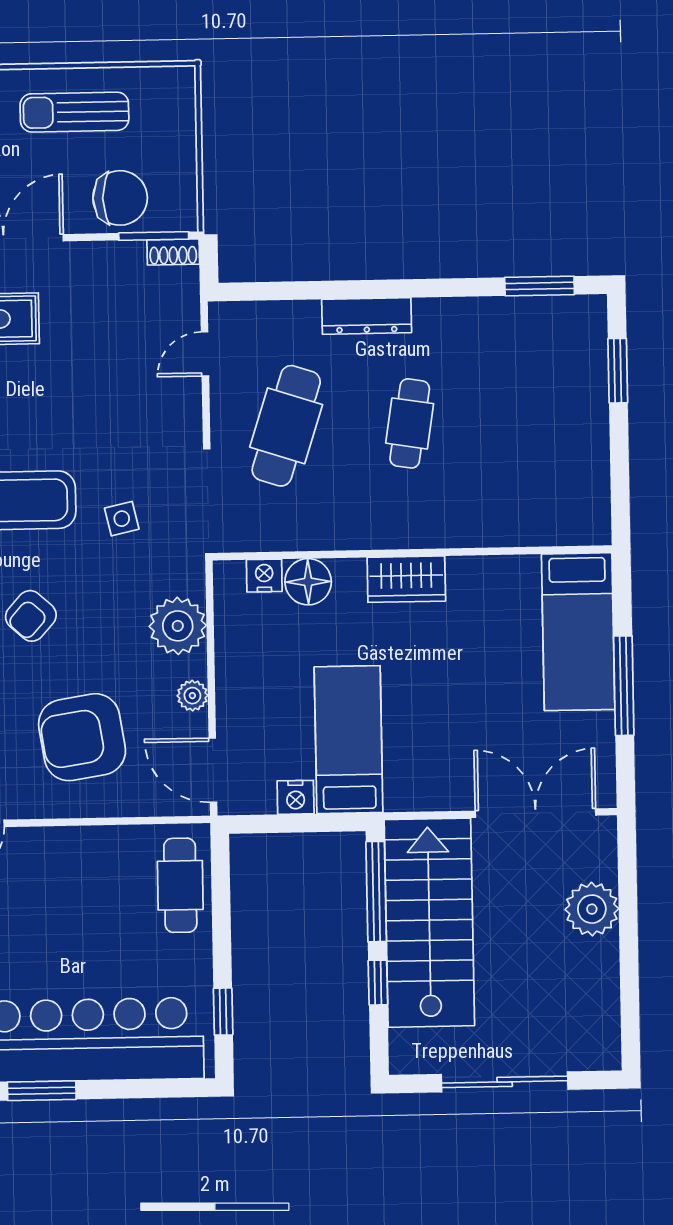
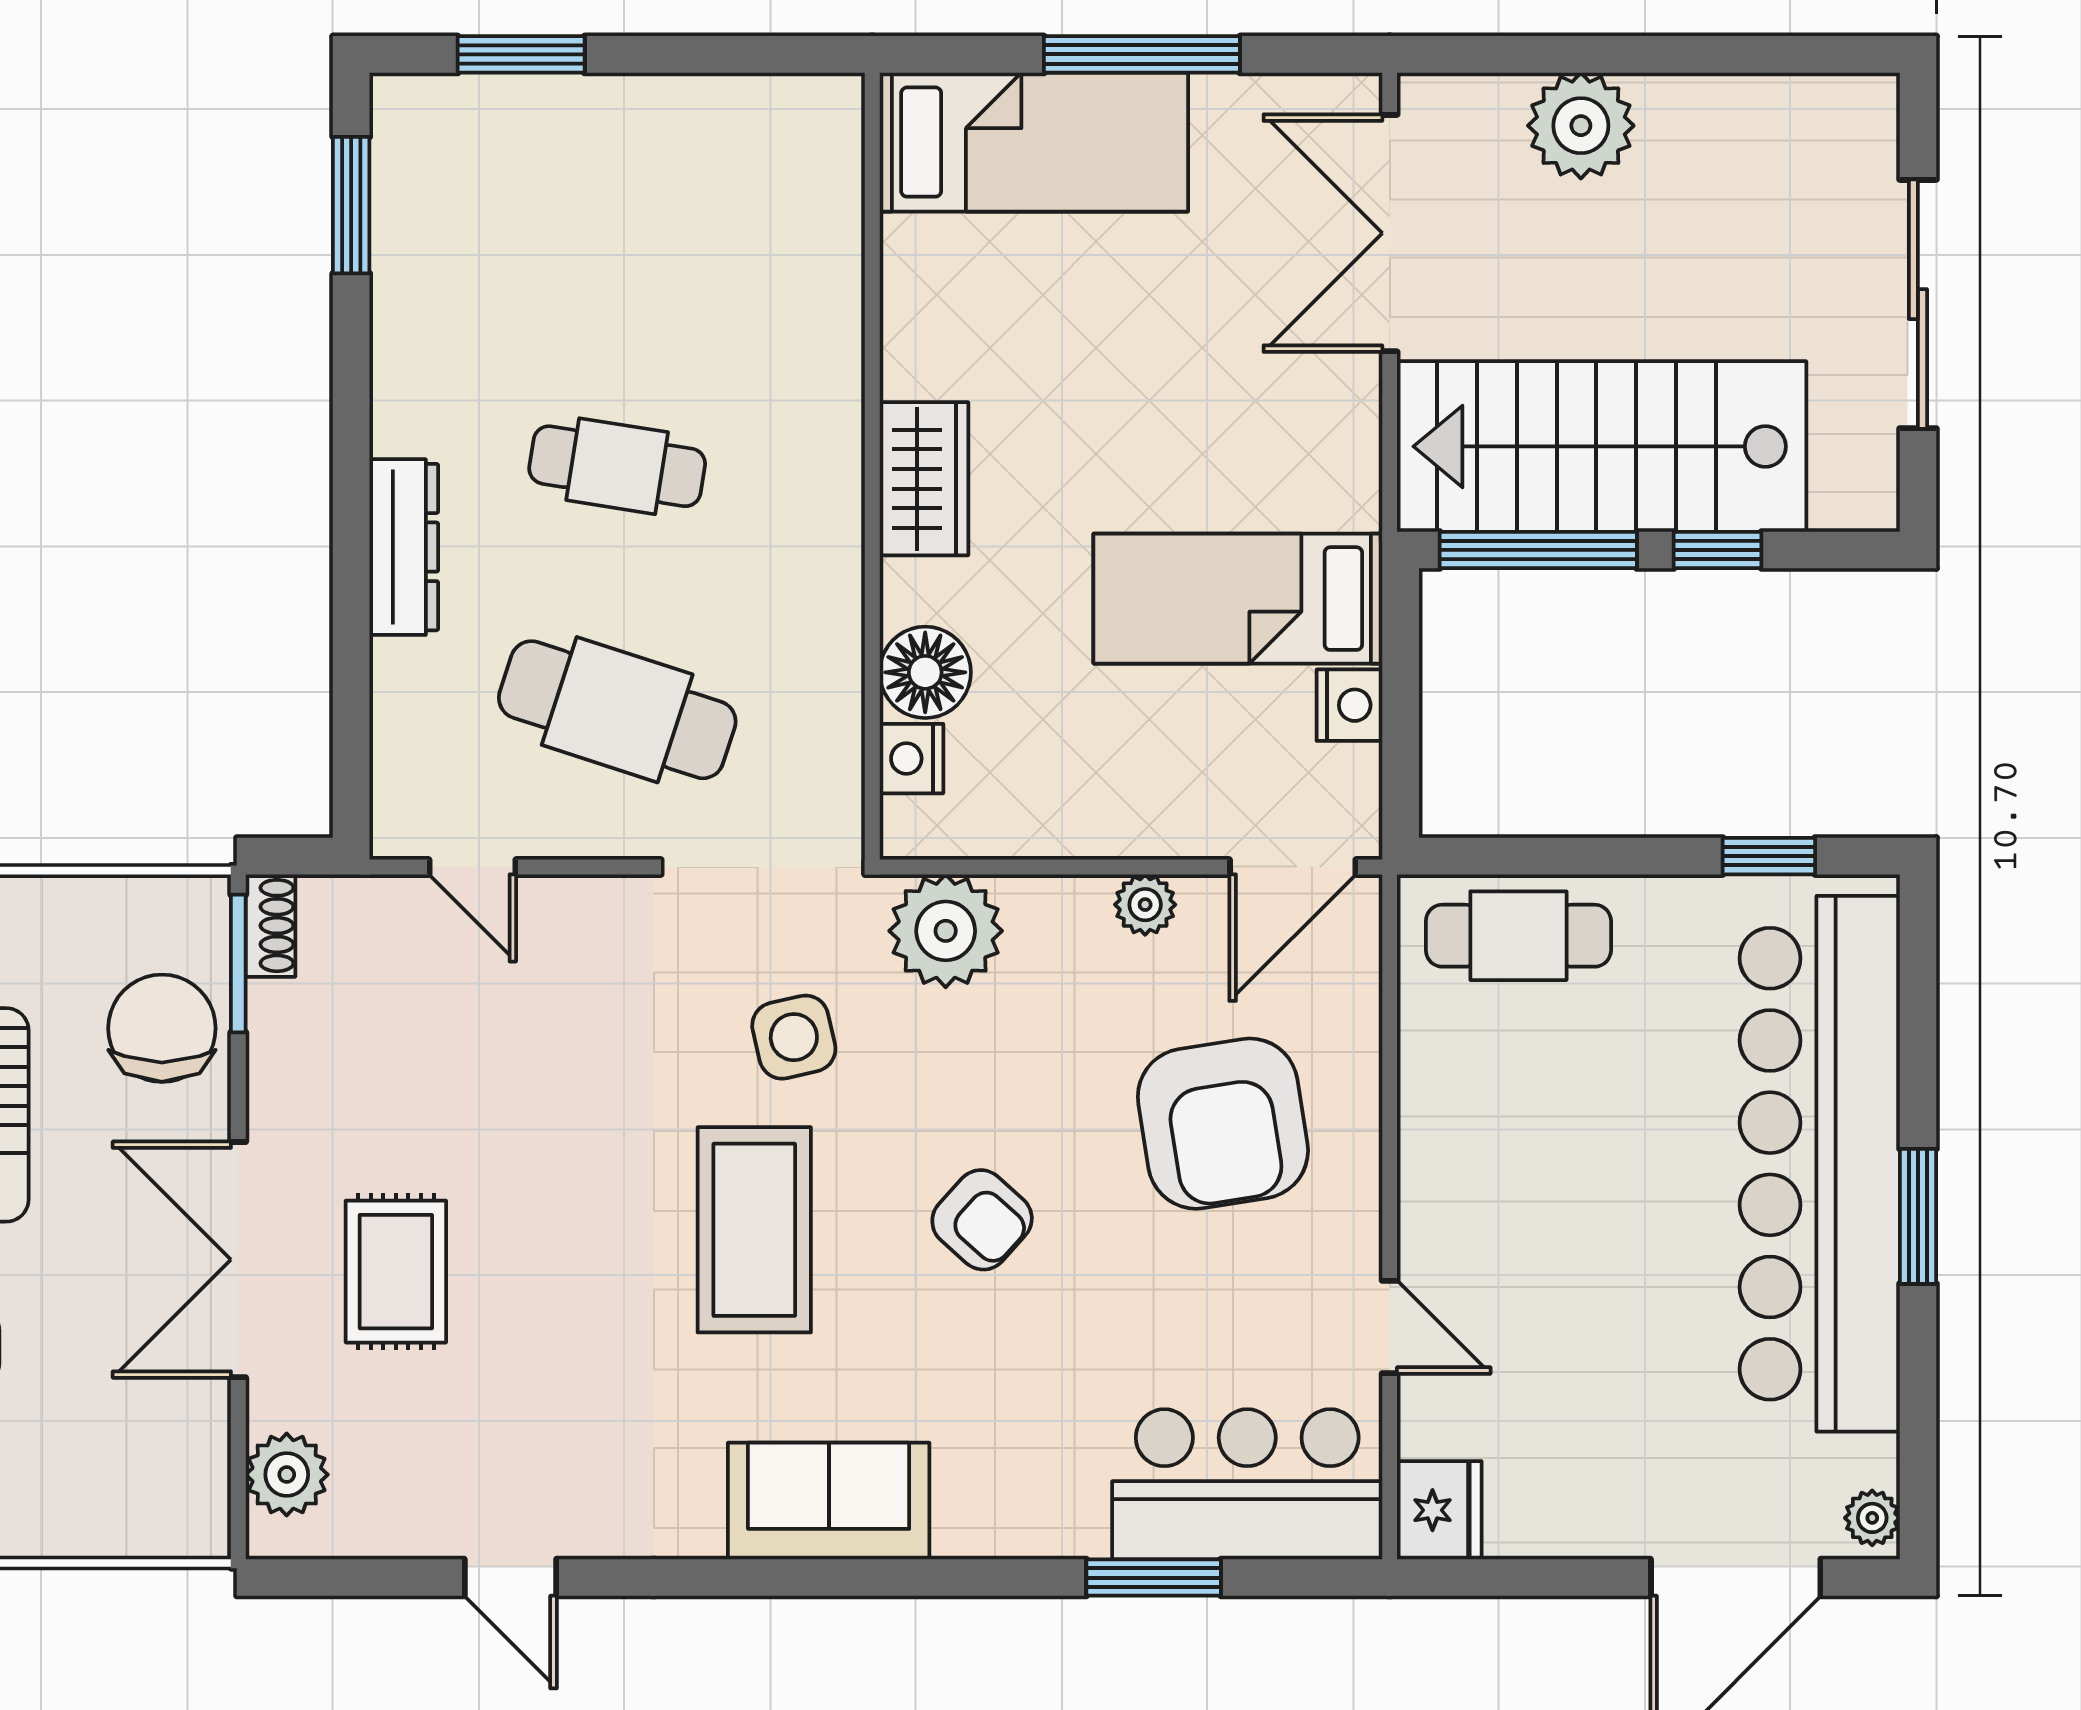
side table: (122, 519) -> (794, 1037), width x1.37, depth x1.37
plant: (178, 626) -> (946, 931), moved

